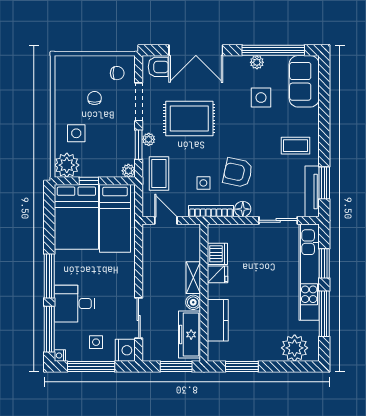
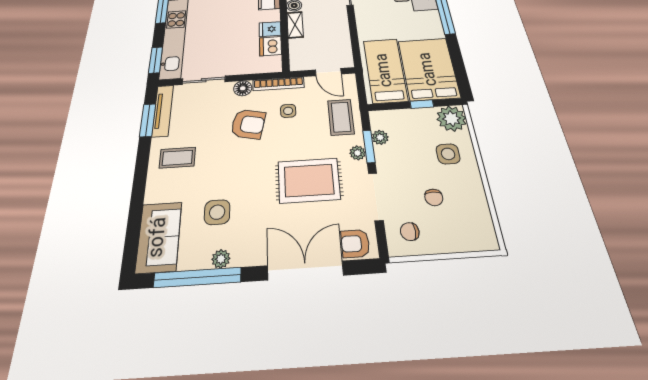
plant: (128, 171) -> (380, 137), moved
window: (324, 263) -> (156, 60), moved

